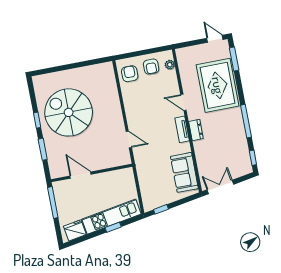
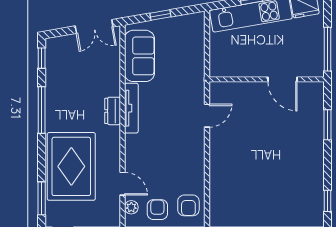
door: (183, 102) -> (122, 184), moved
spiral stairs: (69, 112) -> (282, 168), removed
window: (37, 120) -> (327, 201), moved
tv unit: (182, 129) -> (131, 108), width x1.41
door: (129, 139) -> (207, 116), swing flipped
window: (161, 209) -> (160, 15), moved

